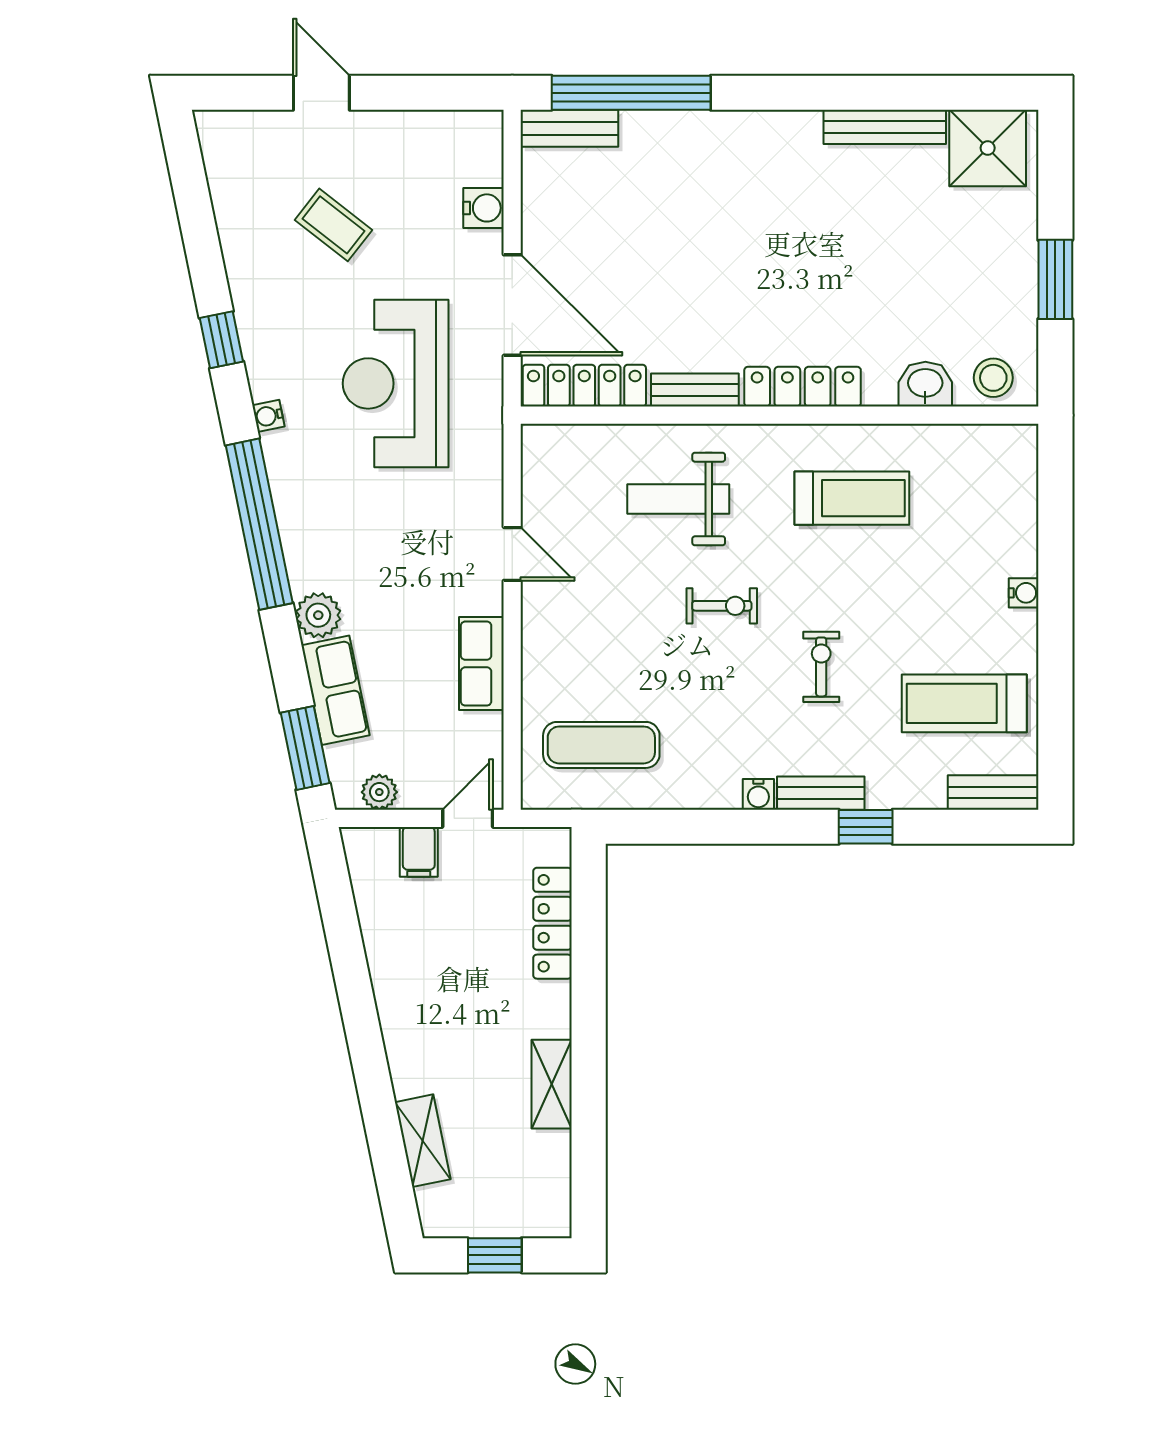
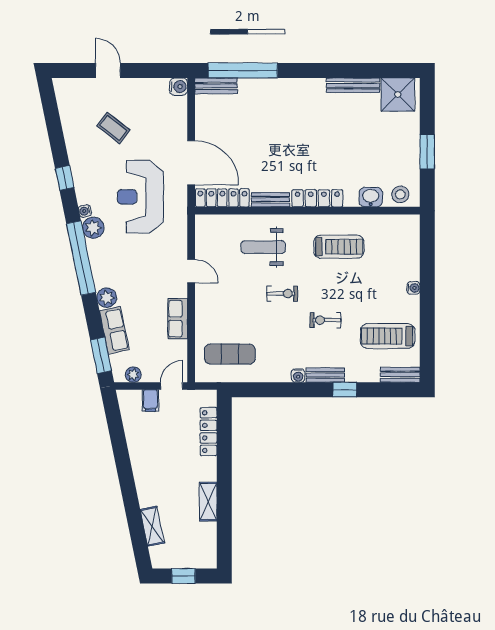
water cooler: (484, 208) -> (179, 87), moved
plant: (287, 454) -> (93, 228), added
exercise bike: (821, 667) -> (325, 320), turned -90

